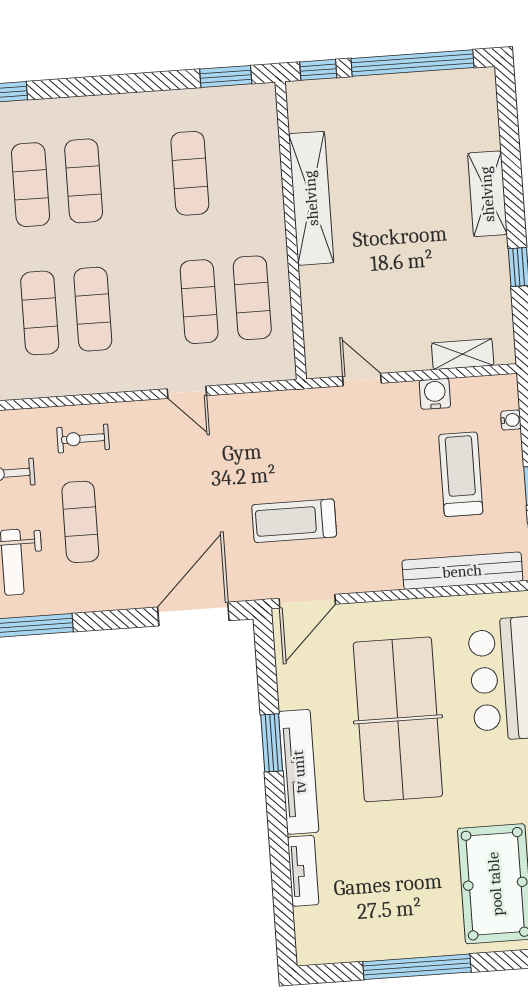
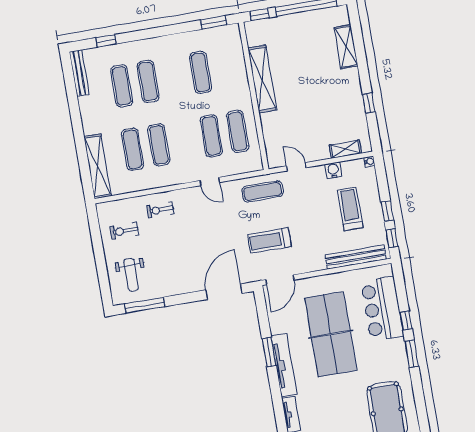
shelving: (487, 194) -> (346, 47), moved
water cooler: (511, 420) -> (369, 161), moved
exercise mat: (80, 522) -> (263, 191), moved, turned 90

